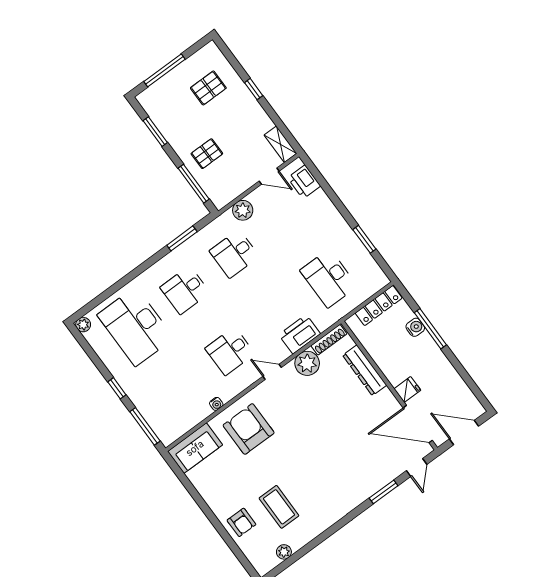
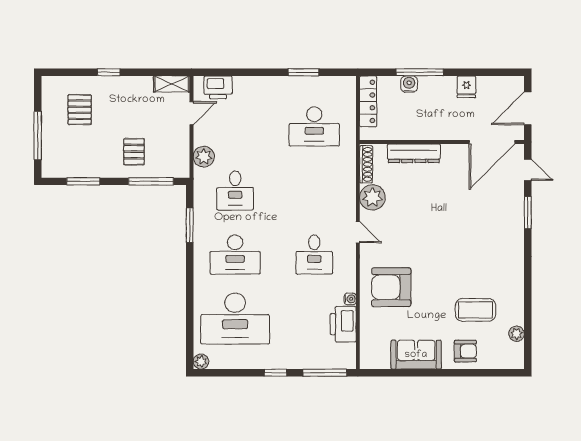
desk: (185, 290) -> (235, 255), width x1.37
printer: (300, 334) -> (343, 324), moved
door: (272, 372) -> (358, 232), swing flipped
fridge: (407, 390) -> (466, 87), moved, turned 180
sofa: (195, 448) -> (416, 355), moved, turned -90

